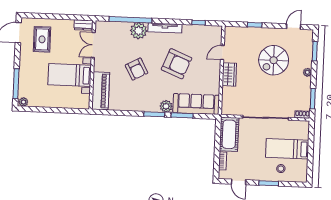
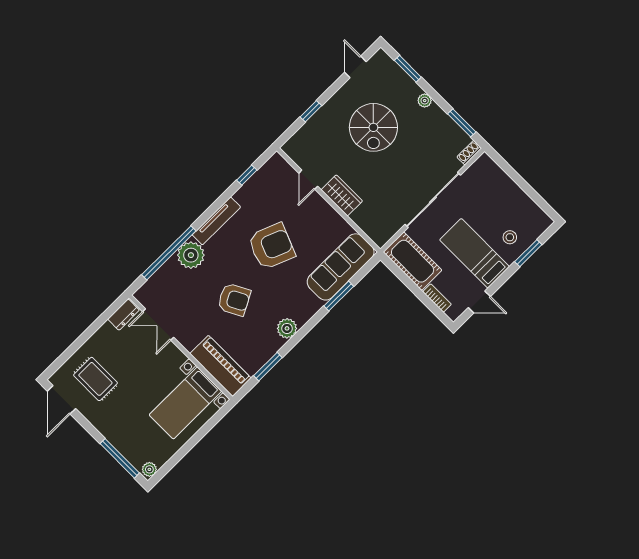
bed with nightstands: (70, 75) -> (185, 403), moved
plant: (166, 106) -> (287, 328), moved
window: (154, 114) -> (268, 367), moved
bed: (287, 149) -> (475, 253), moved, turned 90
window: (269, 183) -> (528, 253), moved

